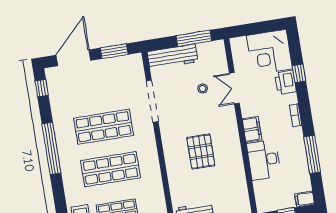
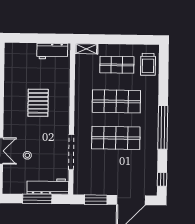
window: (194, 38) -> (37, 199), moved

